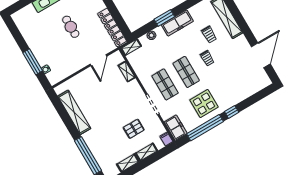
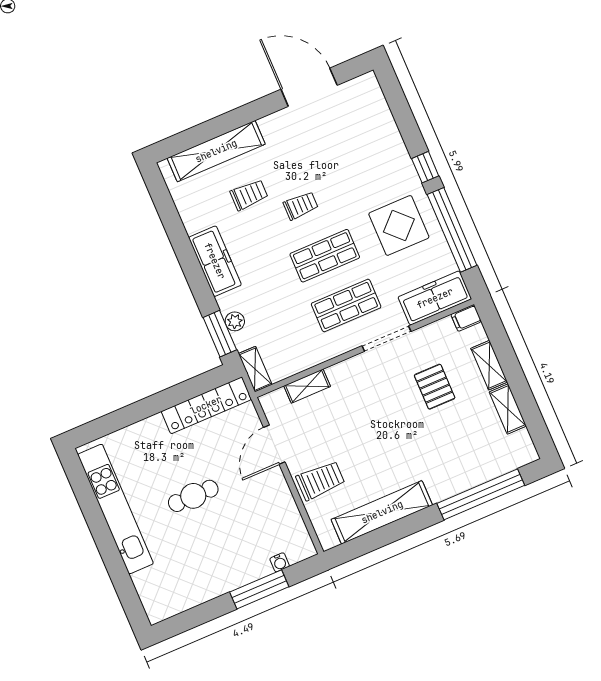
window: (164, 18) -> (220, 334), moved
door: (98, 60) -> (274, 445), swing flipped
trolley: (85, 83) -> (320, 480), added
freezer: (176, 128) -> (435, 298), width x1.40

